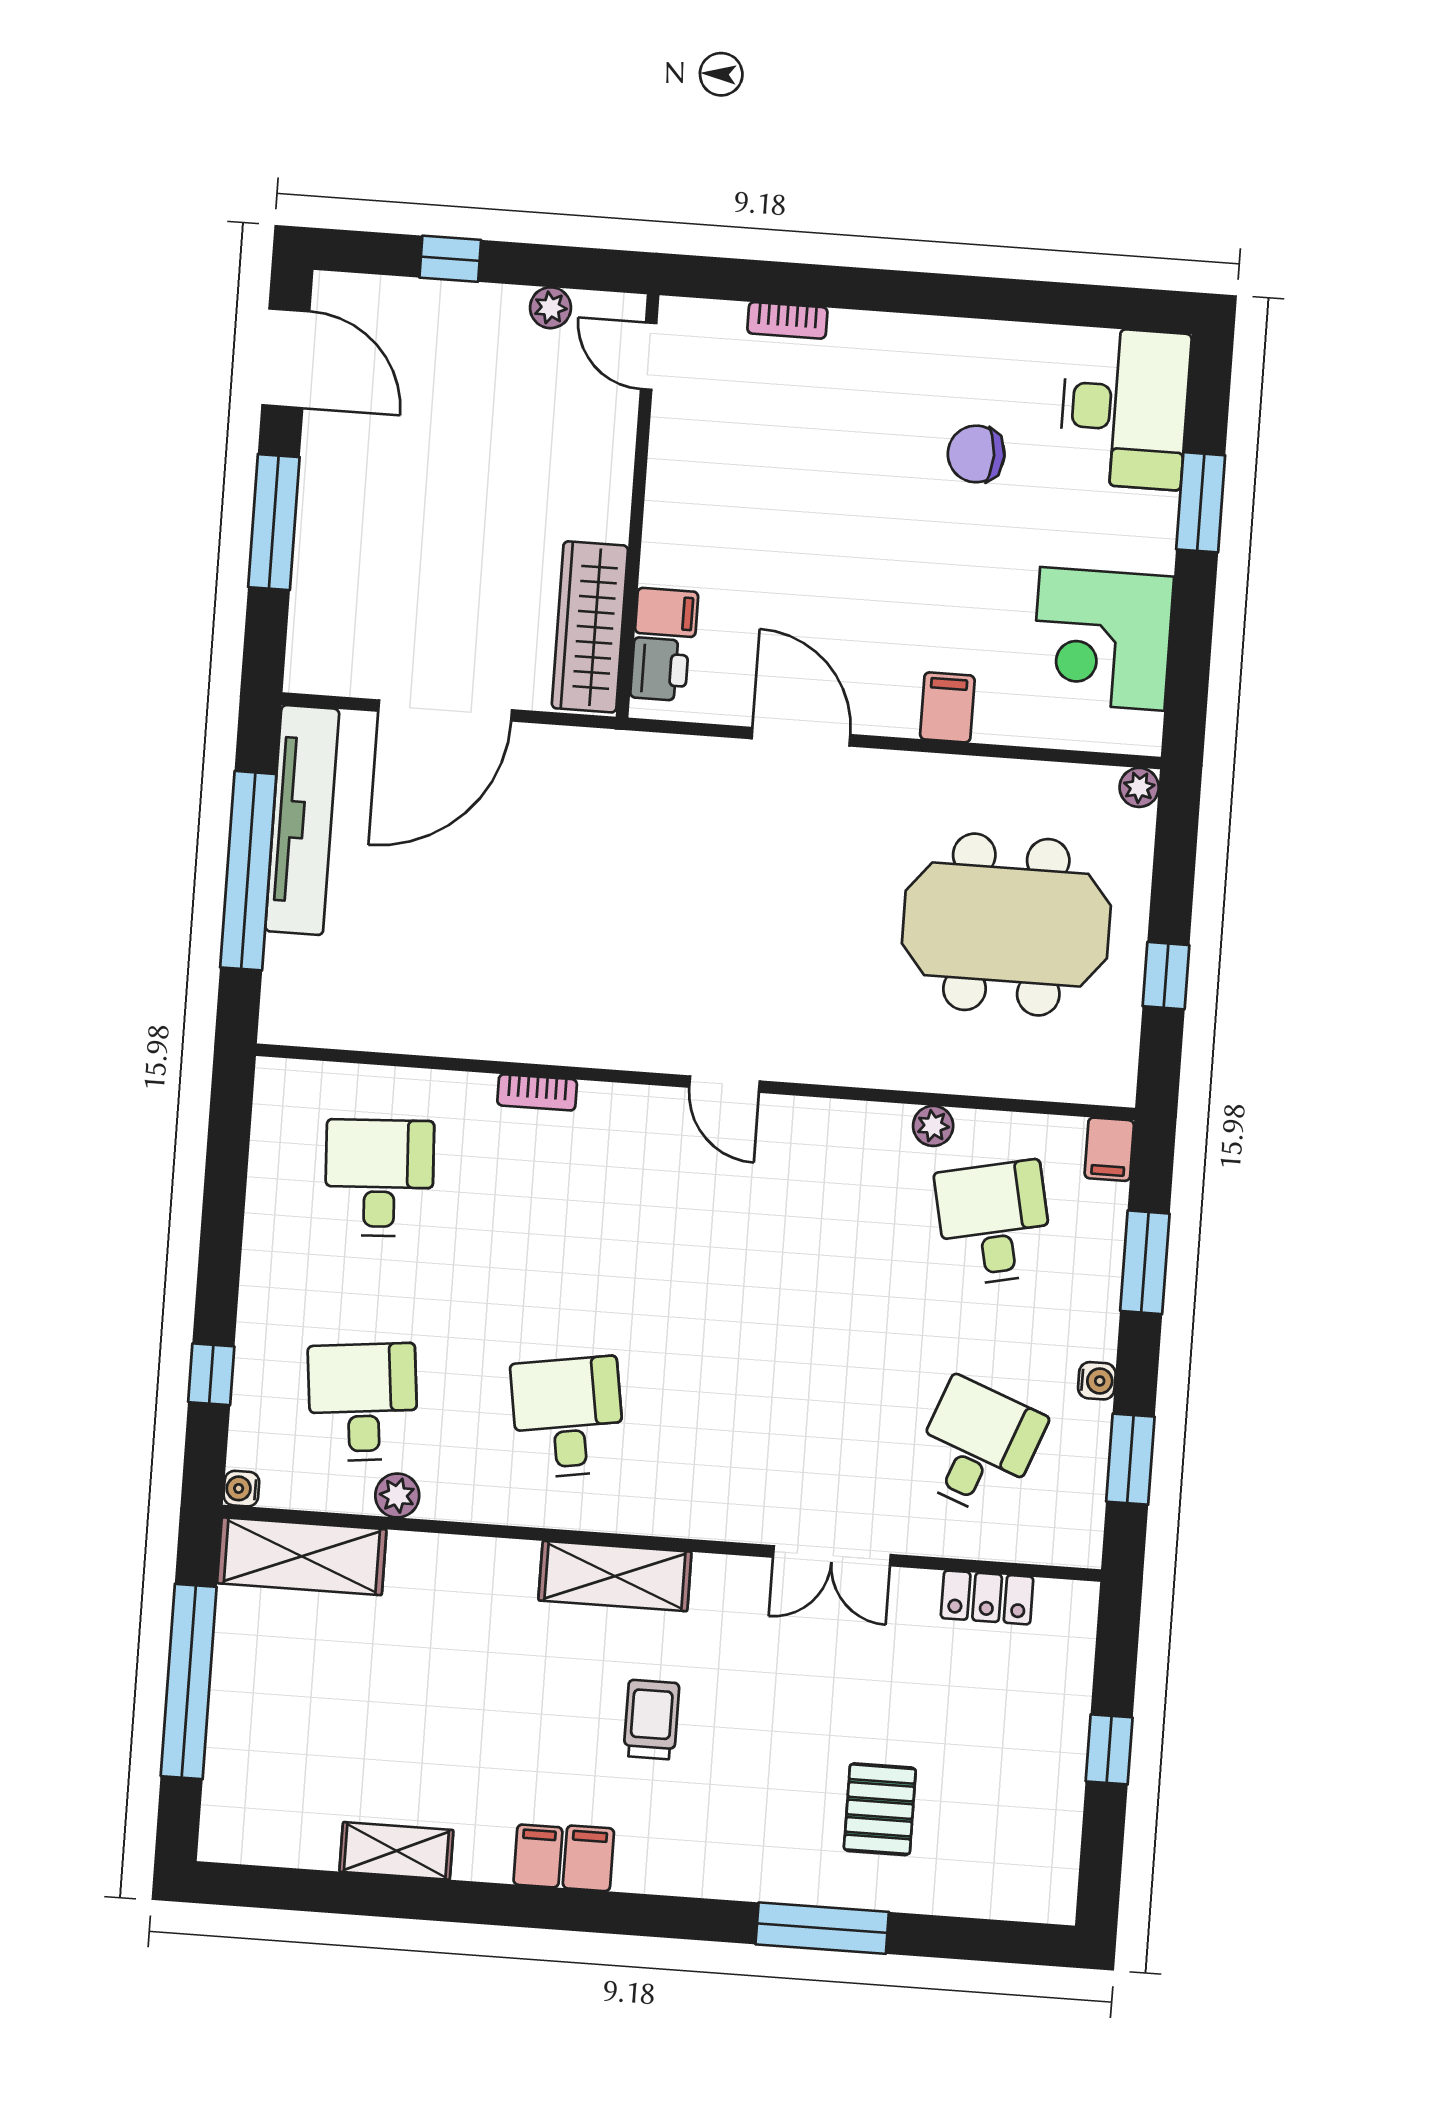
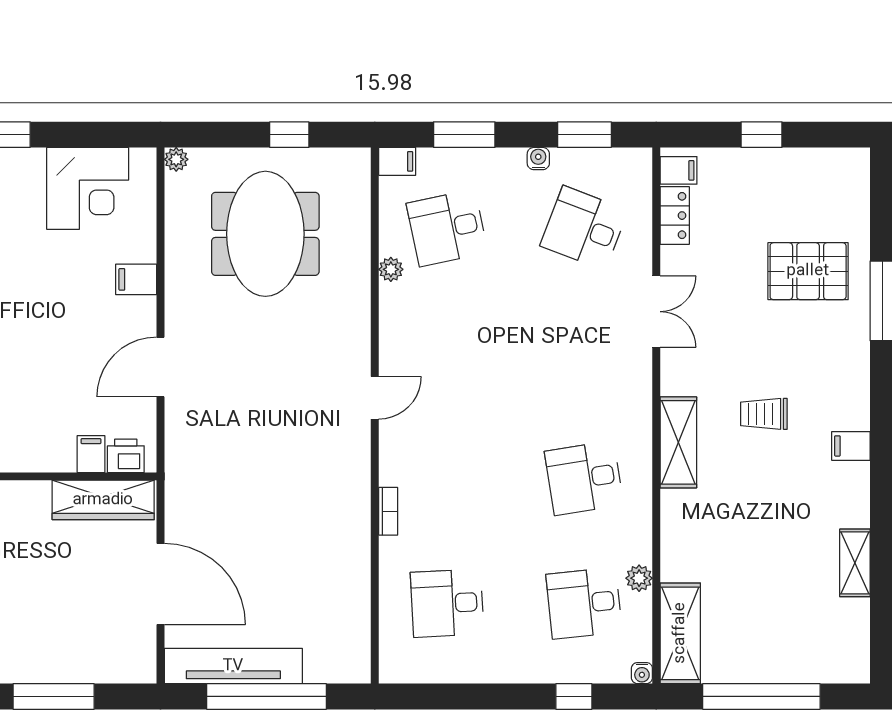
pallet: (880, 1809) -> (808, 271), width x1.50, depth x1.42
filing cabinet: (538, 1856) -> (679, 170), moved, turned 180

